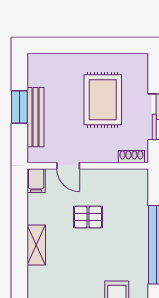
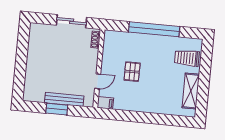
rug: (103, 100) -> (57, 55), removed
shelving: (36, 245) -> (147, 107), removed

